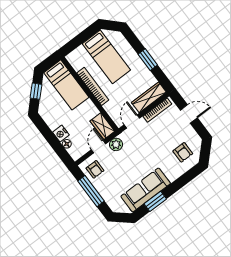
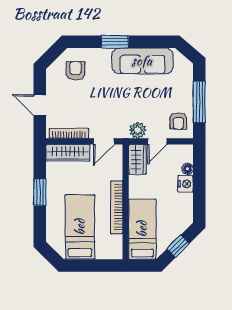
armchair: (95, 169) -> (178, 121), turned 180
window: (155, 201) -> (115, 42), moved

